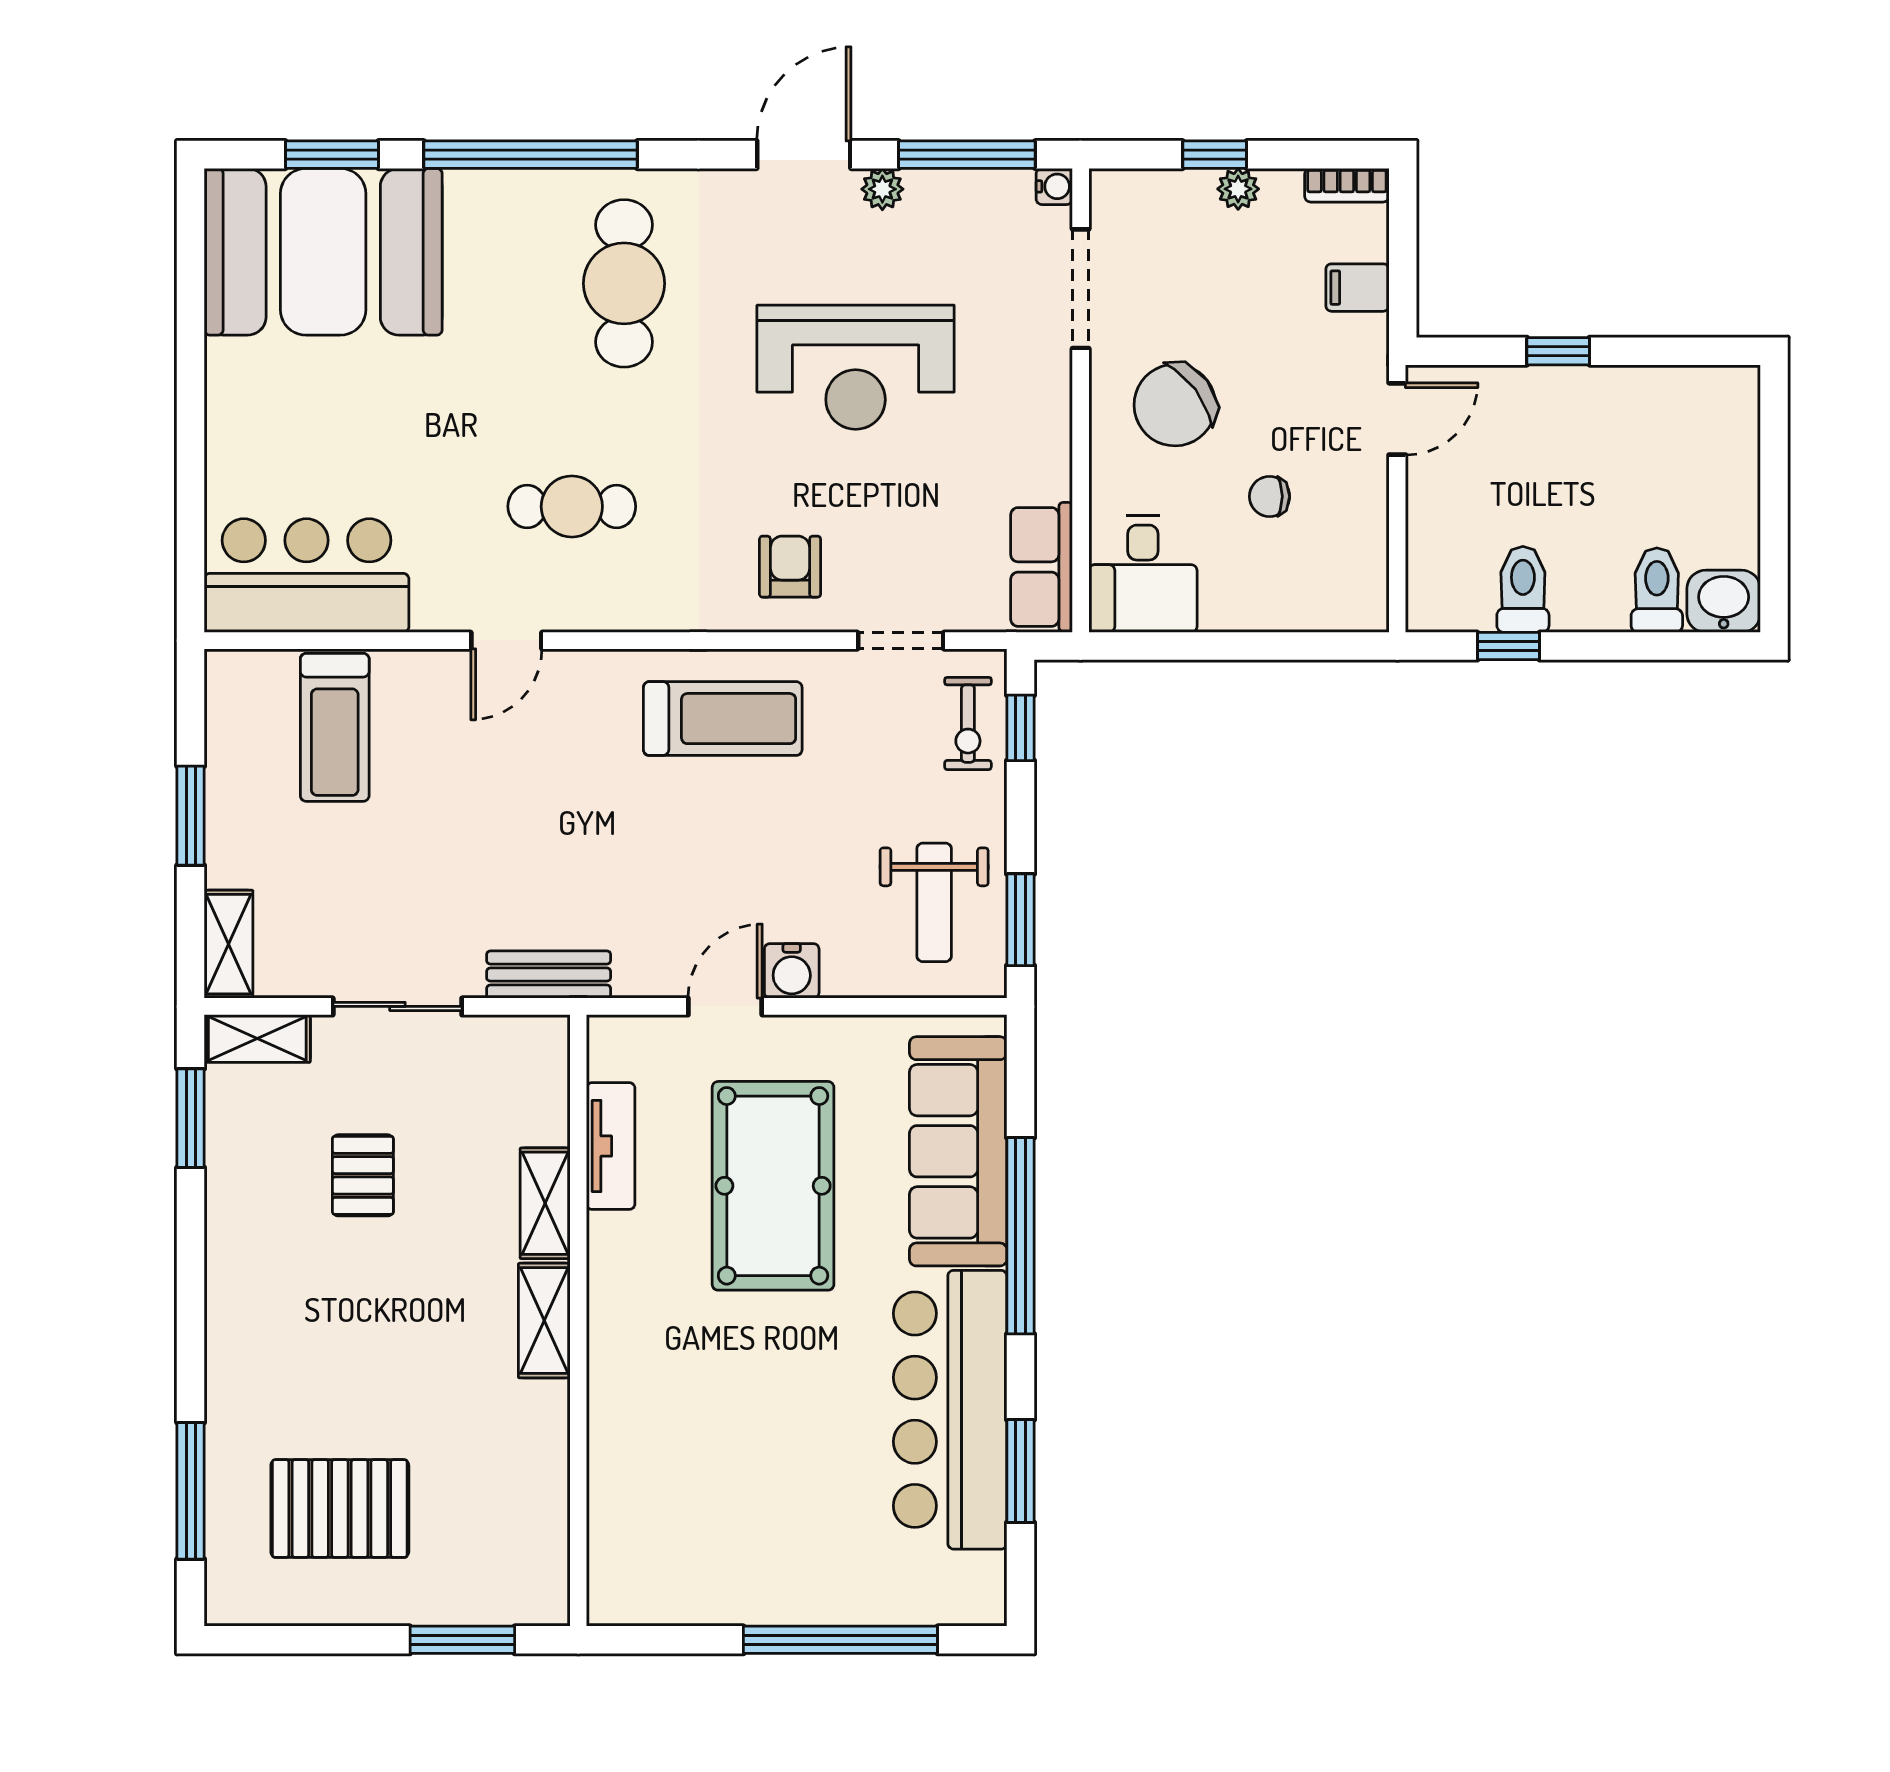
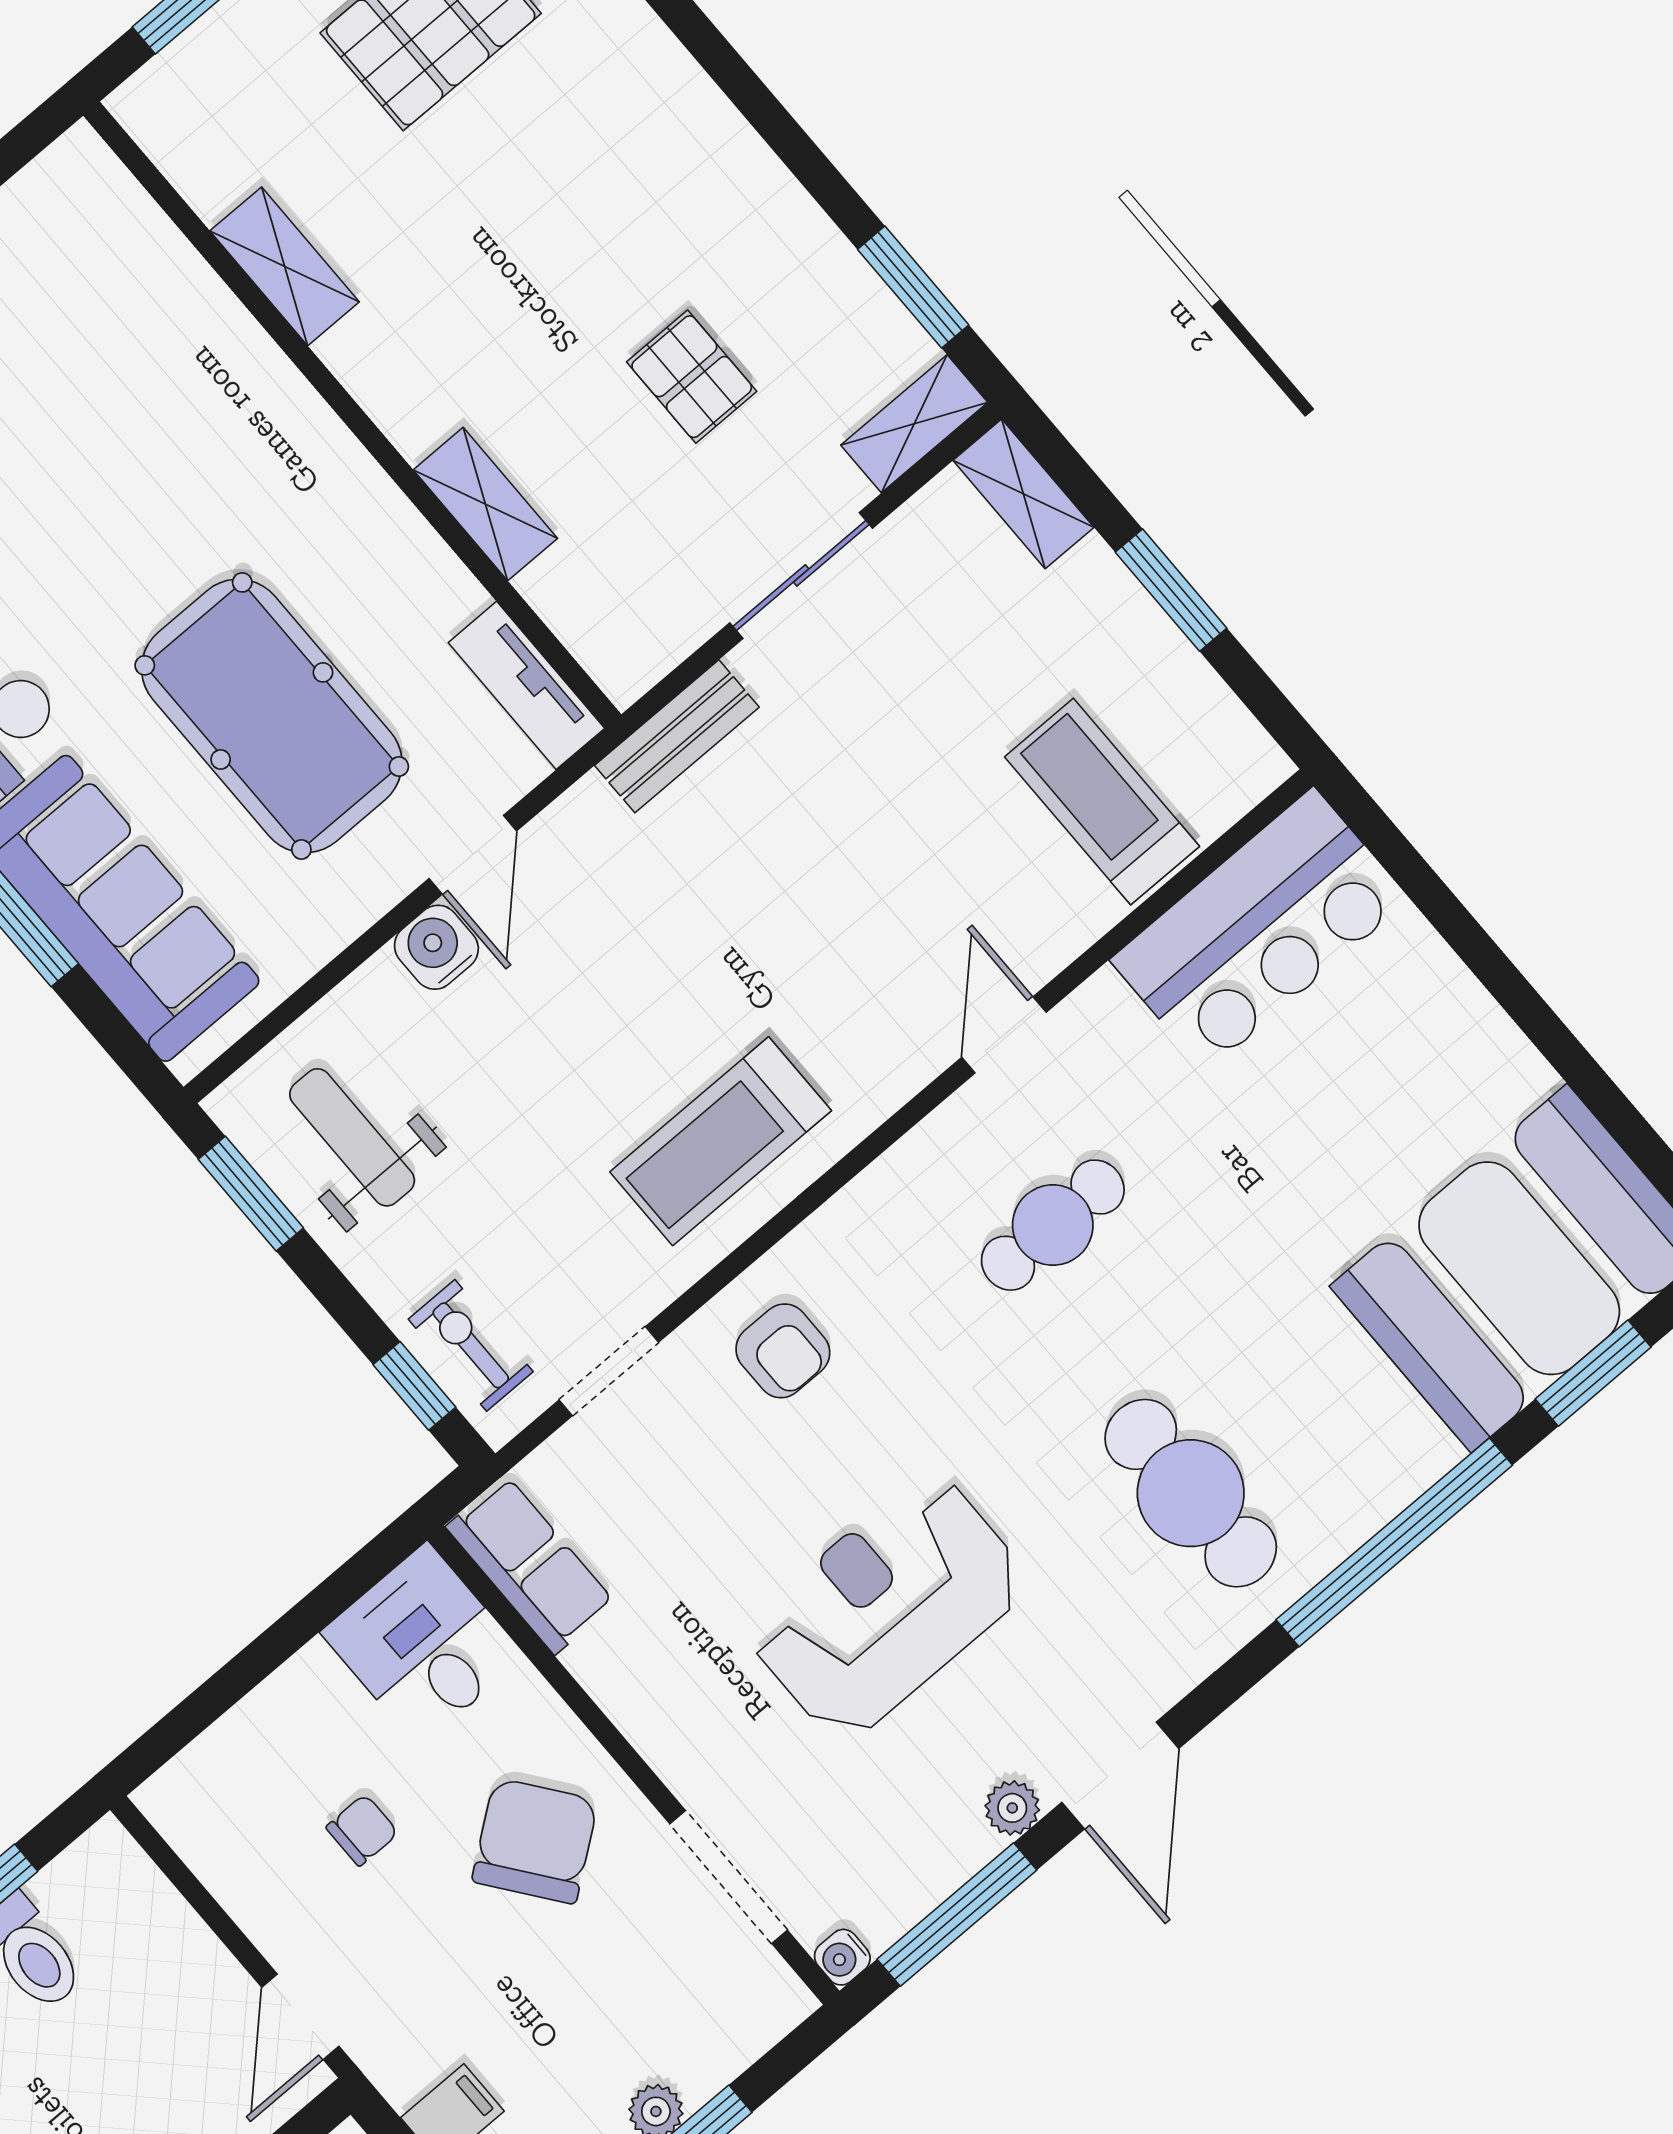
tv unit: (611, 1146) -> (526, 685), moved
shelving: (544, 1321) -> (285, 266), moved

